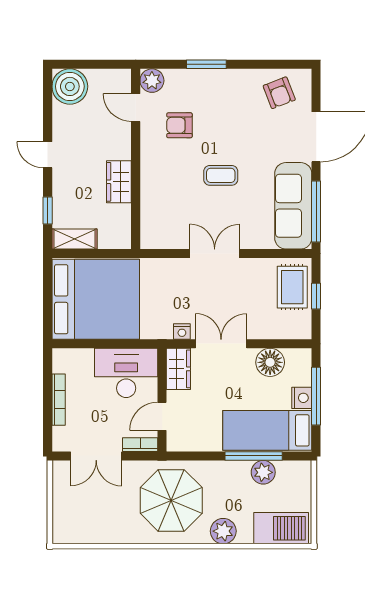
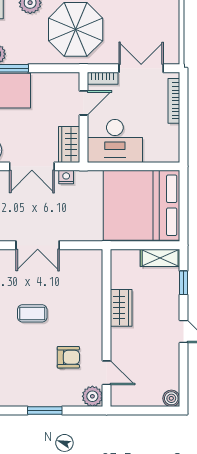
boiler: (70, 86) -> (171, 398), width x0.54, depth x0.54
bookcase: (59, 400) -> (174, 101), moved

